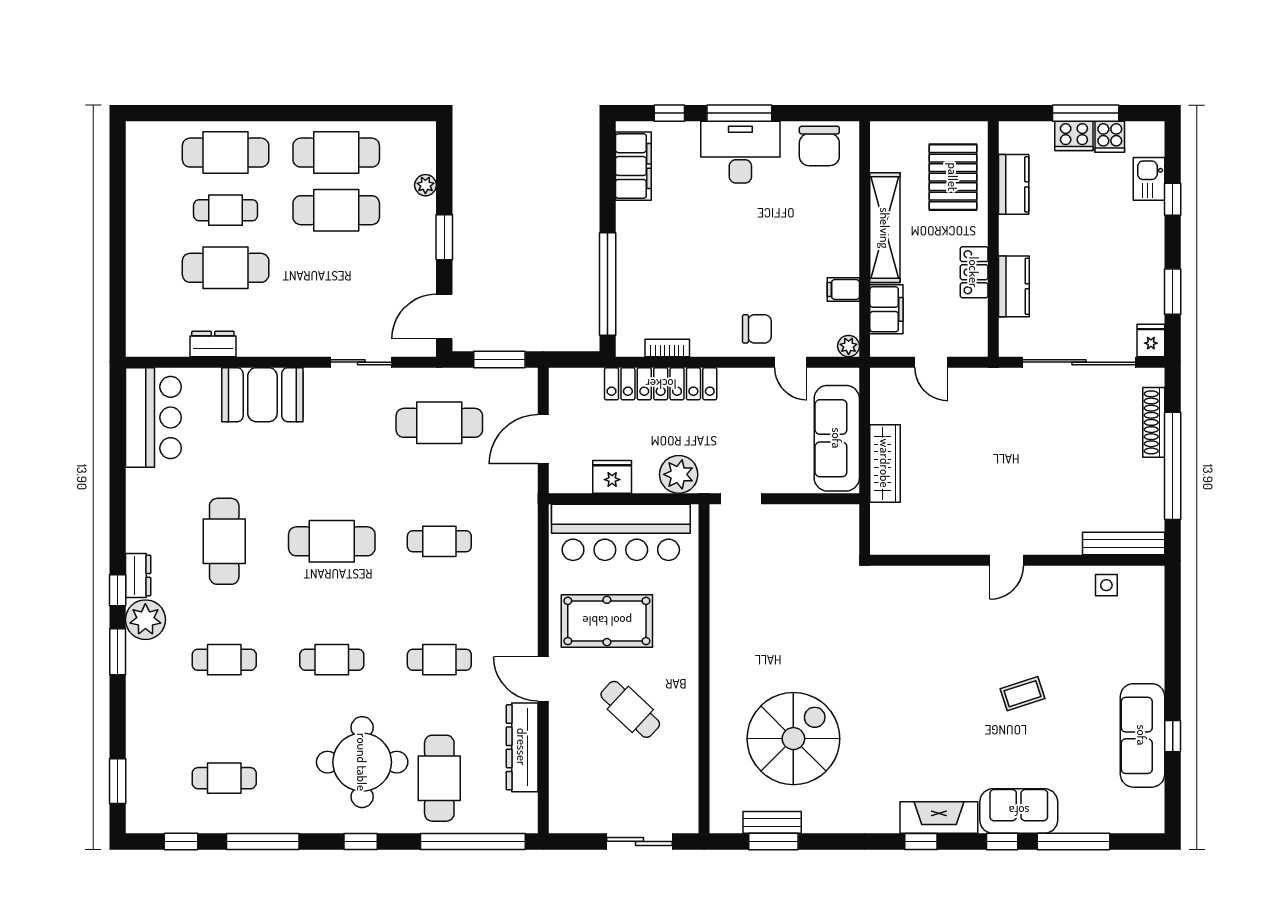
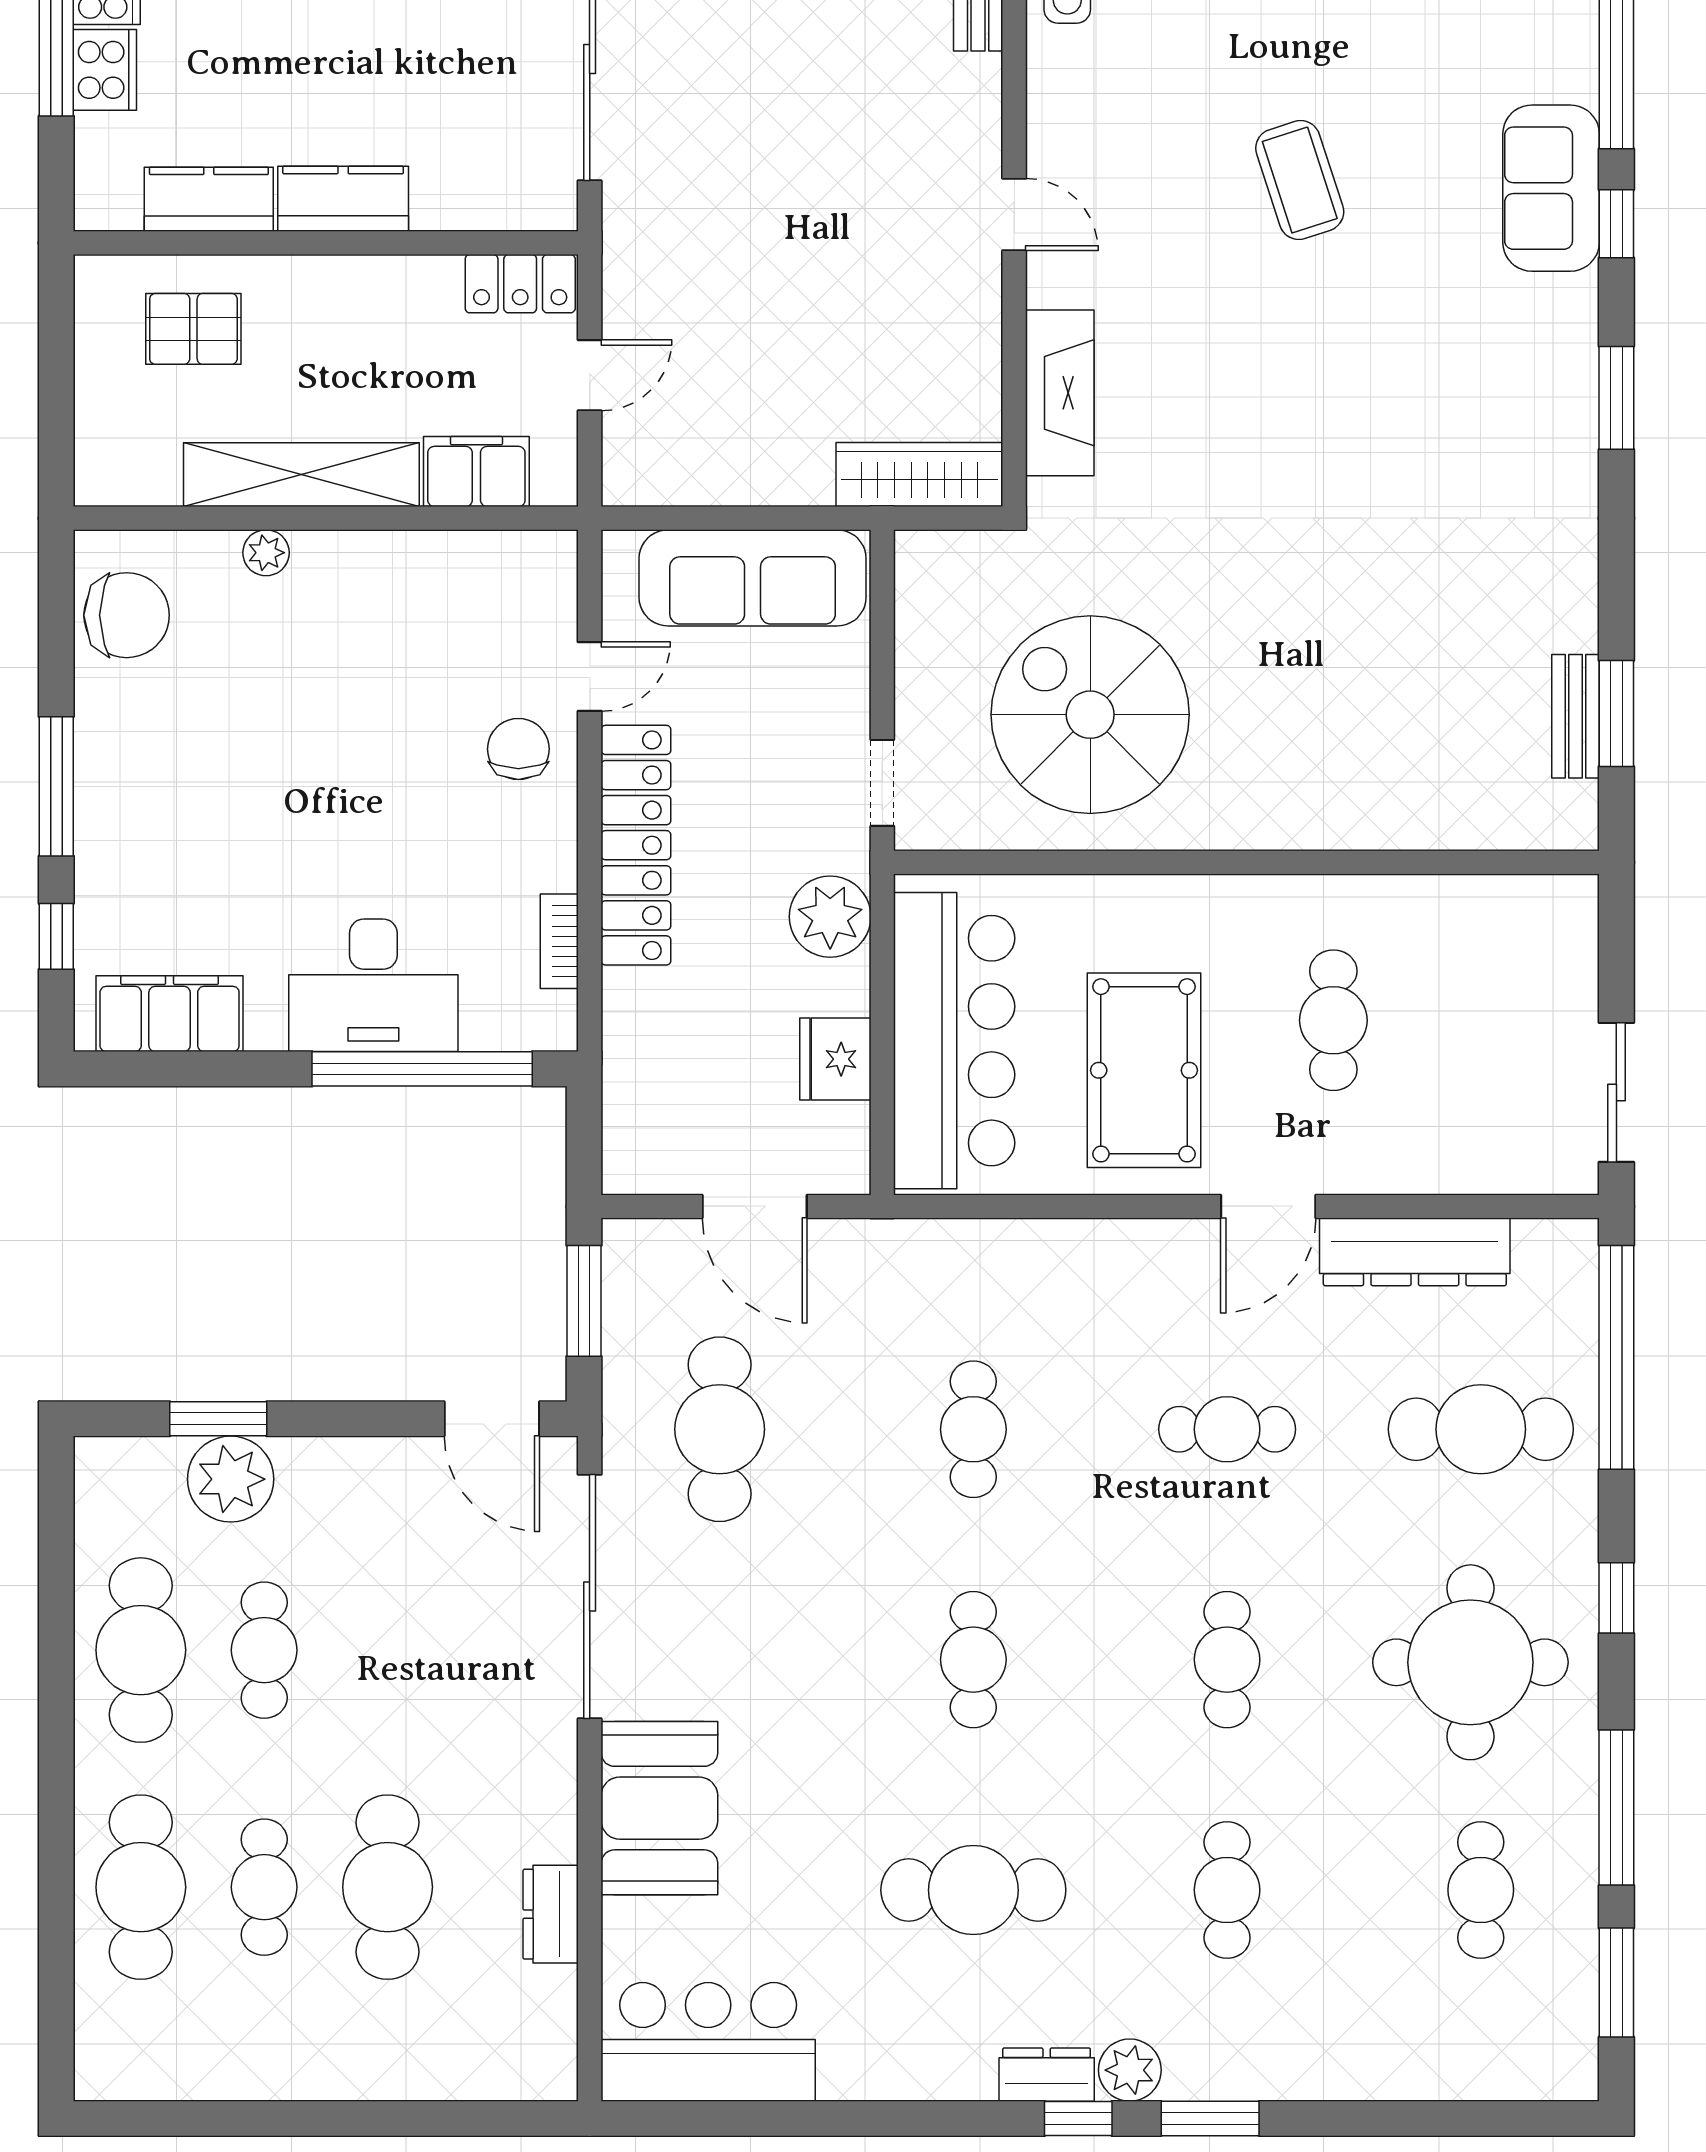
desk: (740, 152) -> (373, 985), moved, turned -90
pallet: (953, 177) -> (193, 329), width x0.67, depth x0.71
plant: (425, 185) -> (231, 1479), width x1.87, depth x1.87
cafe table: (336, 210) -> (264, 1650), width x0.73, depth x0.74
window: (444, 237) -> (218, 1419), moved
locker: (974, 272) -> (520, 284), moved
kitchen counter: (1014, 286) -> (343, 199), moved
filing cabinet: (843, 290) -> (434, 564), removed
plant: (849, 346) -> (266, 553), moved
sliding door: (361, 362) -> (590, 1596), width x1.86
locker: (661, 384) -> (636, 845), moved
wardrobe: (885, 463) -> (919, 475), moved
cafe table: (332, 541) -> (973, 1660), width x0.73, depth x0.74
plant: (145, 620) -> (1130, 2070), width x0.73, depth x0.73
cafe table: (439, 660) -> (1227, 1429), turned 90
coffee table: (1023, 694) -> (1300, 180), width x1.36, depth x1.30
cafe table: (630, 709) -> (1333, 1020), turned -43
spiral stairs: (793, 739) -> (1090, 715), moved
round table: (362, 762) -> (1470, 1662), moved
window: (118, 781) -> (1487, 2118), removed
fireplace: (939, 818) -> (1060, 393), moved, turned 180
window: (181, 841) -> (1616, 1983), width x1.50
sliding door: (640, 841) -> (1616, 1092), moved
window: (921, 841) -> (1616, 398), width x1.50

